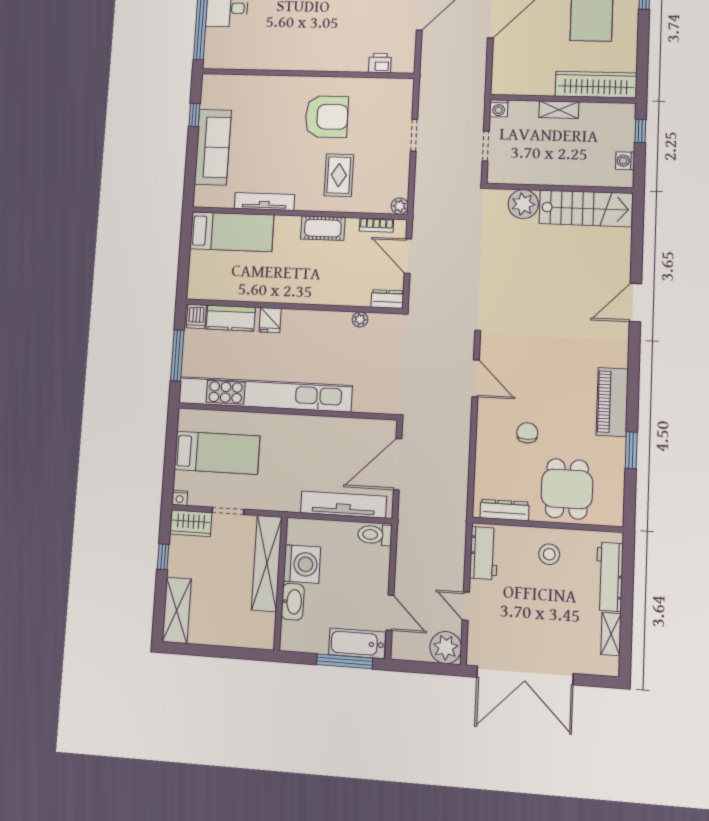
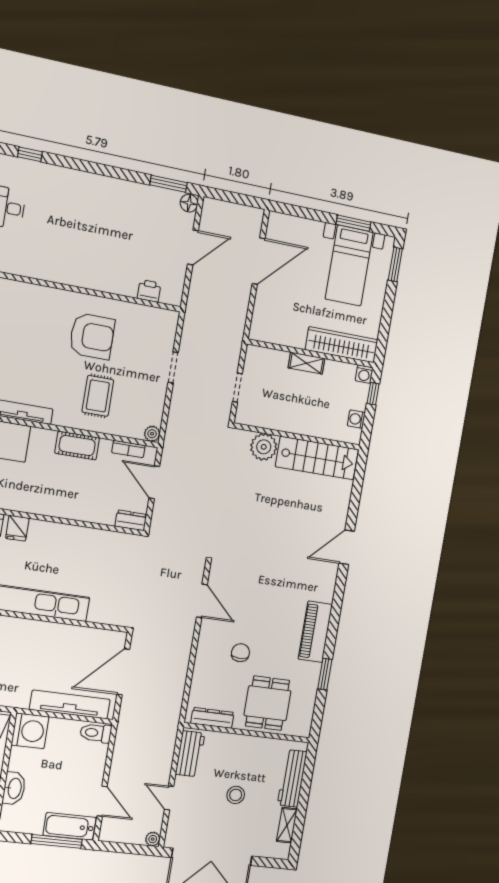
washing machine: (499, 108) -> (364, 374), moved
plant: (360, 319) -> (103, 537), removed
stool: (549, 554) -> (236, 795), moved
washing machine: (302, 564) -> (30, 731), moved
plant: (446, 648) -> (153, 839), width x0.53, depth x0.53

